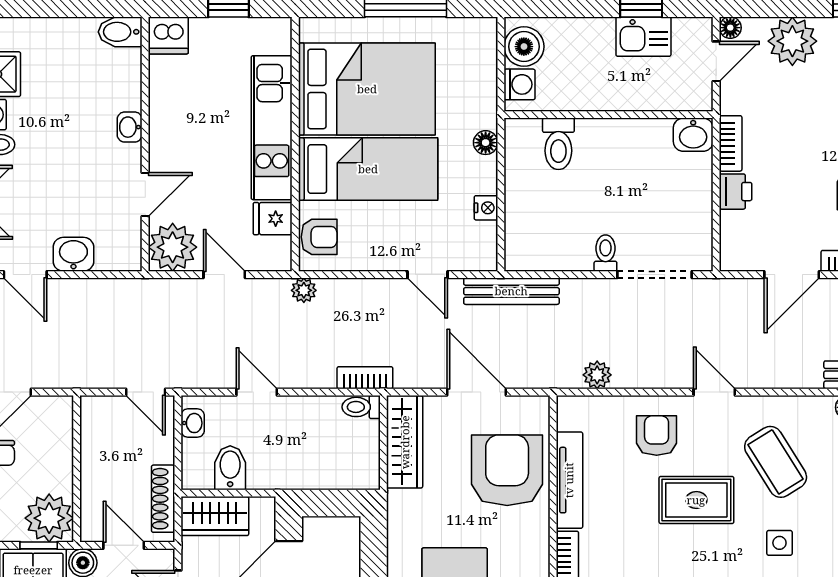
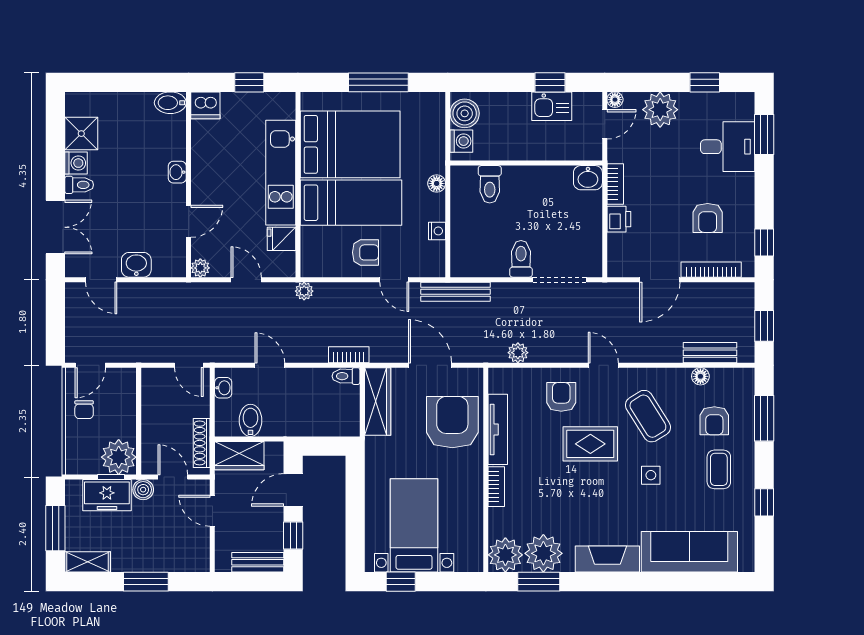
armchair: (319, 237) -> (366, 252), moved
plant: (173, 247) -> (200, 268), width x0.53, depth x0.53
toilet: (605, 253) -> (521, 259), width x1.37, depth x1.39

